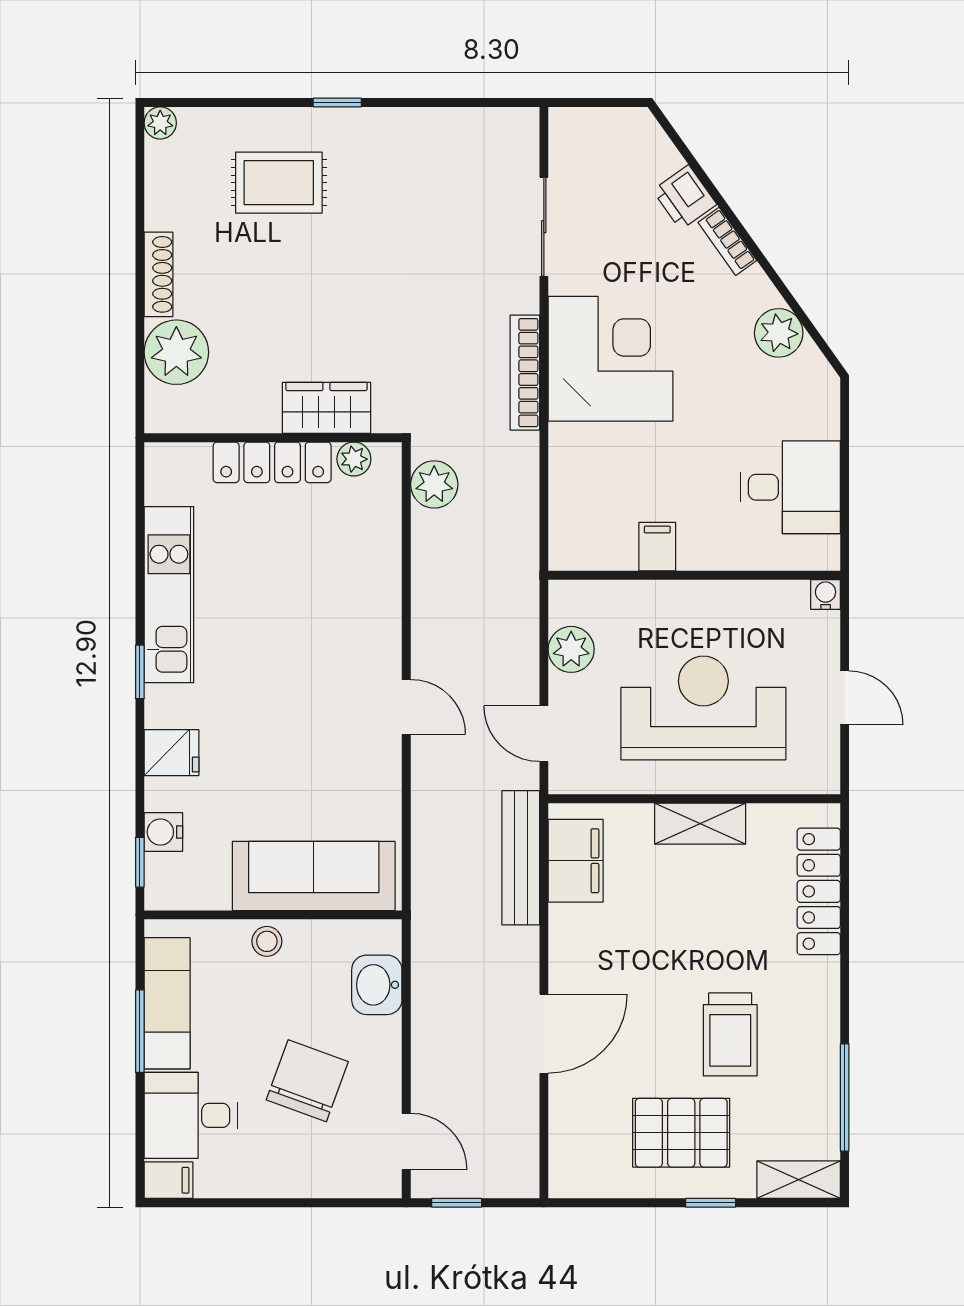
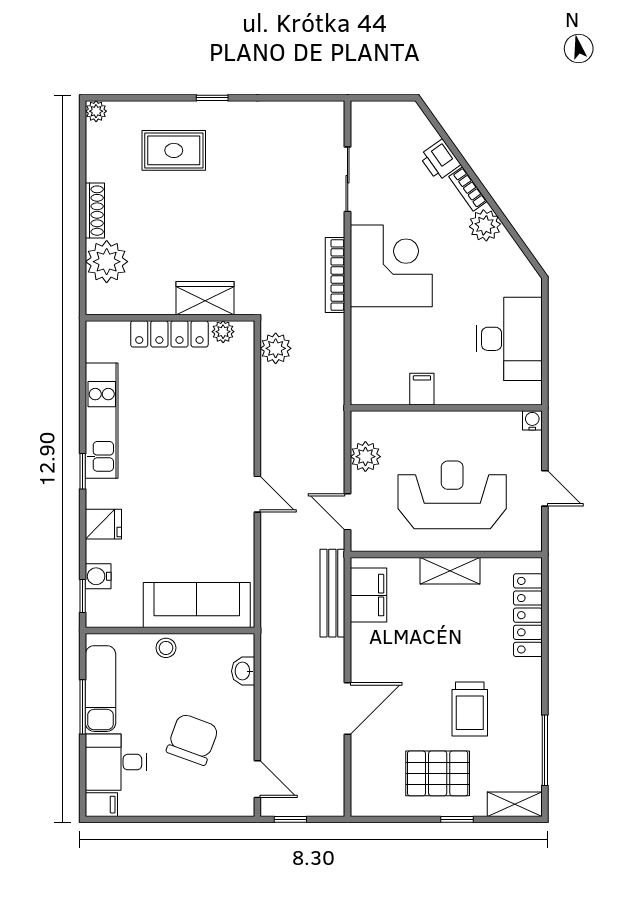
plant: (779, 333) -> (485, 225), moved
desk: (790, 487) -> (509, 339), width x1.37
washbasin: (377, 985) -> (243, 671), width x0.72, depth x0.69

